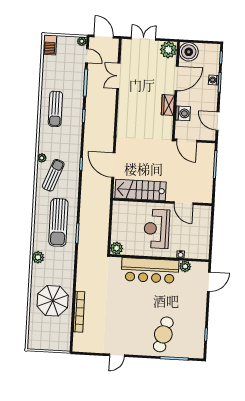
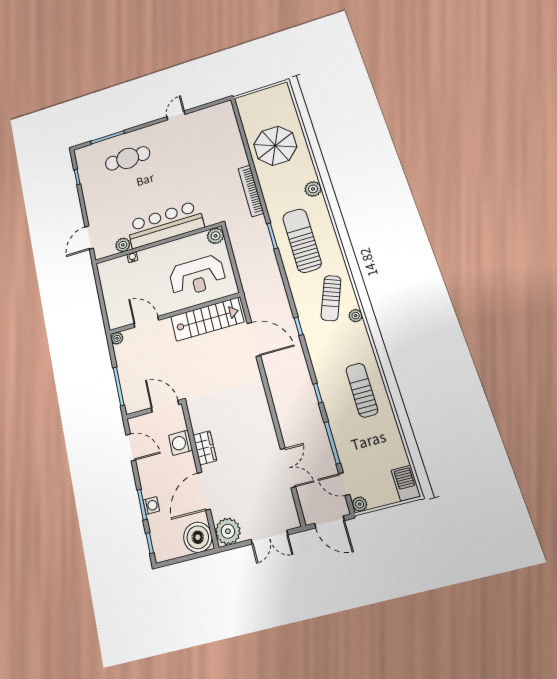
plant: (208, 199) -> (117, 338), added
reception desk: (157, 229) -> (197, 276), moved, turned 90
bookcase: (79, 312) -> (251, 191), moved
cafe table: (163, 334) -> (128, 158), turned 76

